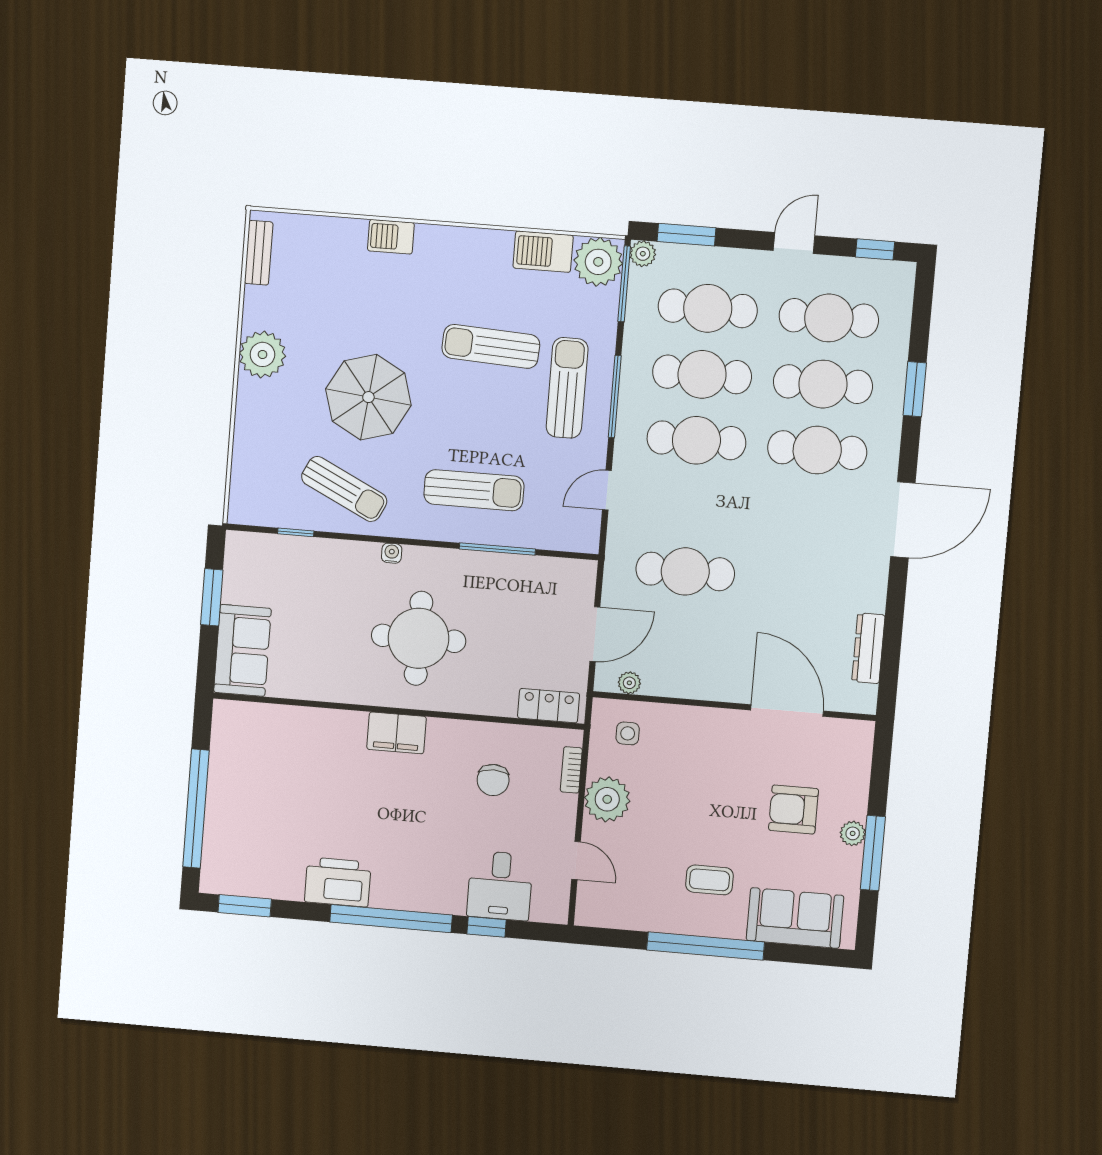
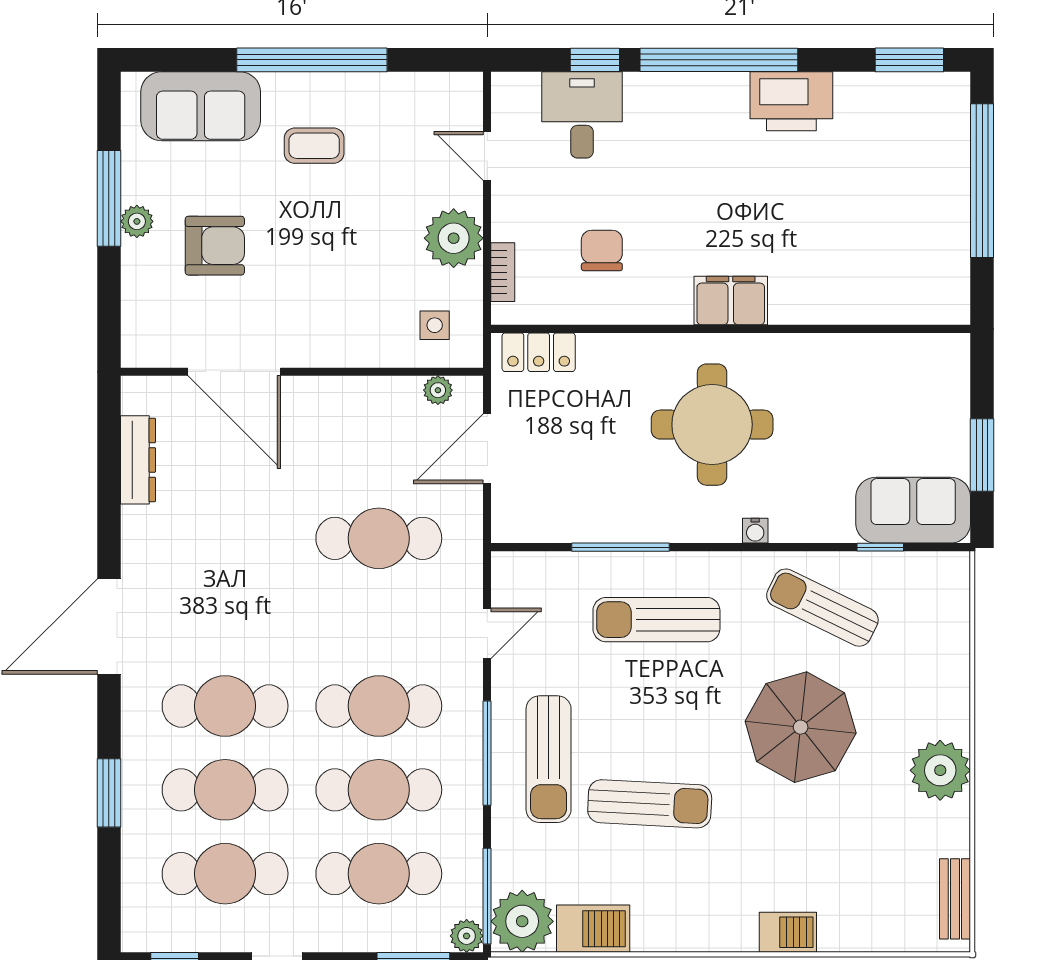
sofa: (242, 650) -> (913, 510), moved, turned 90

